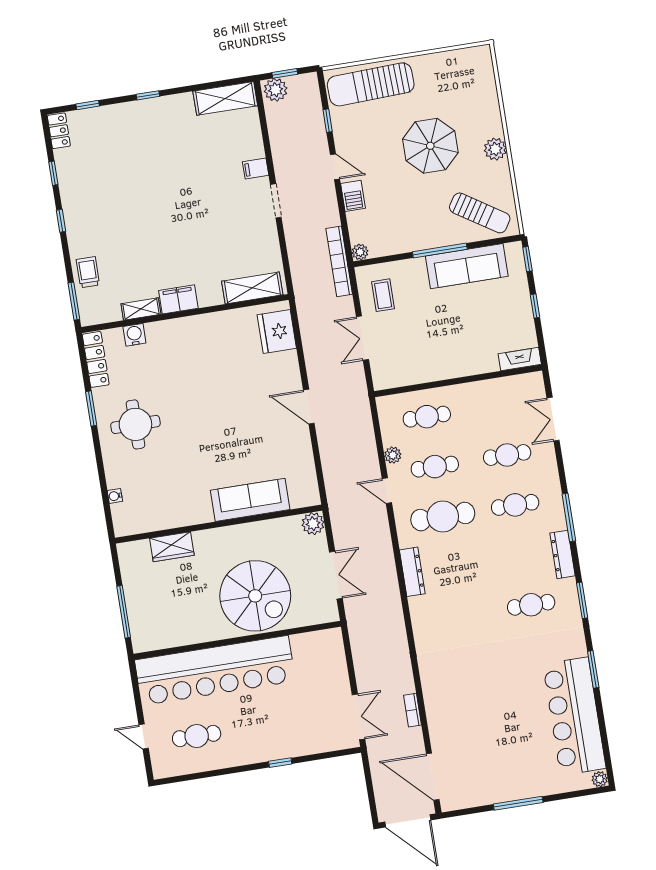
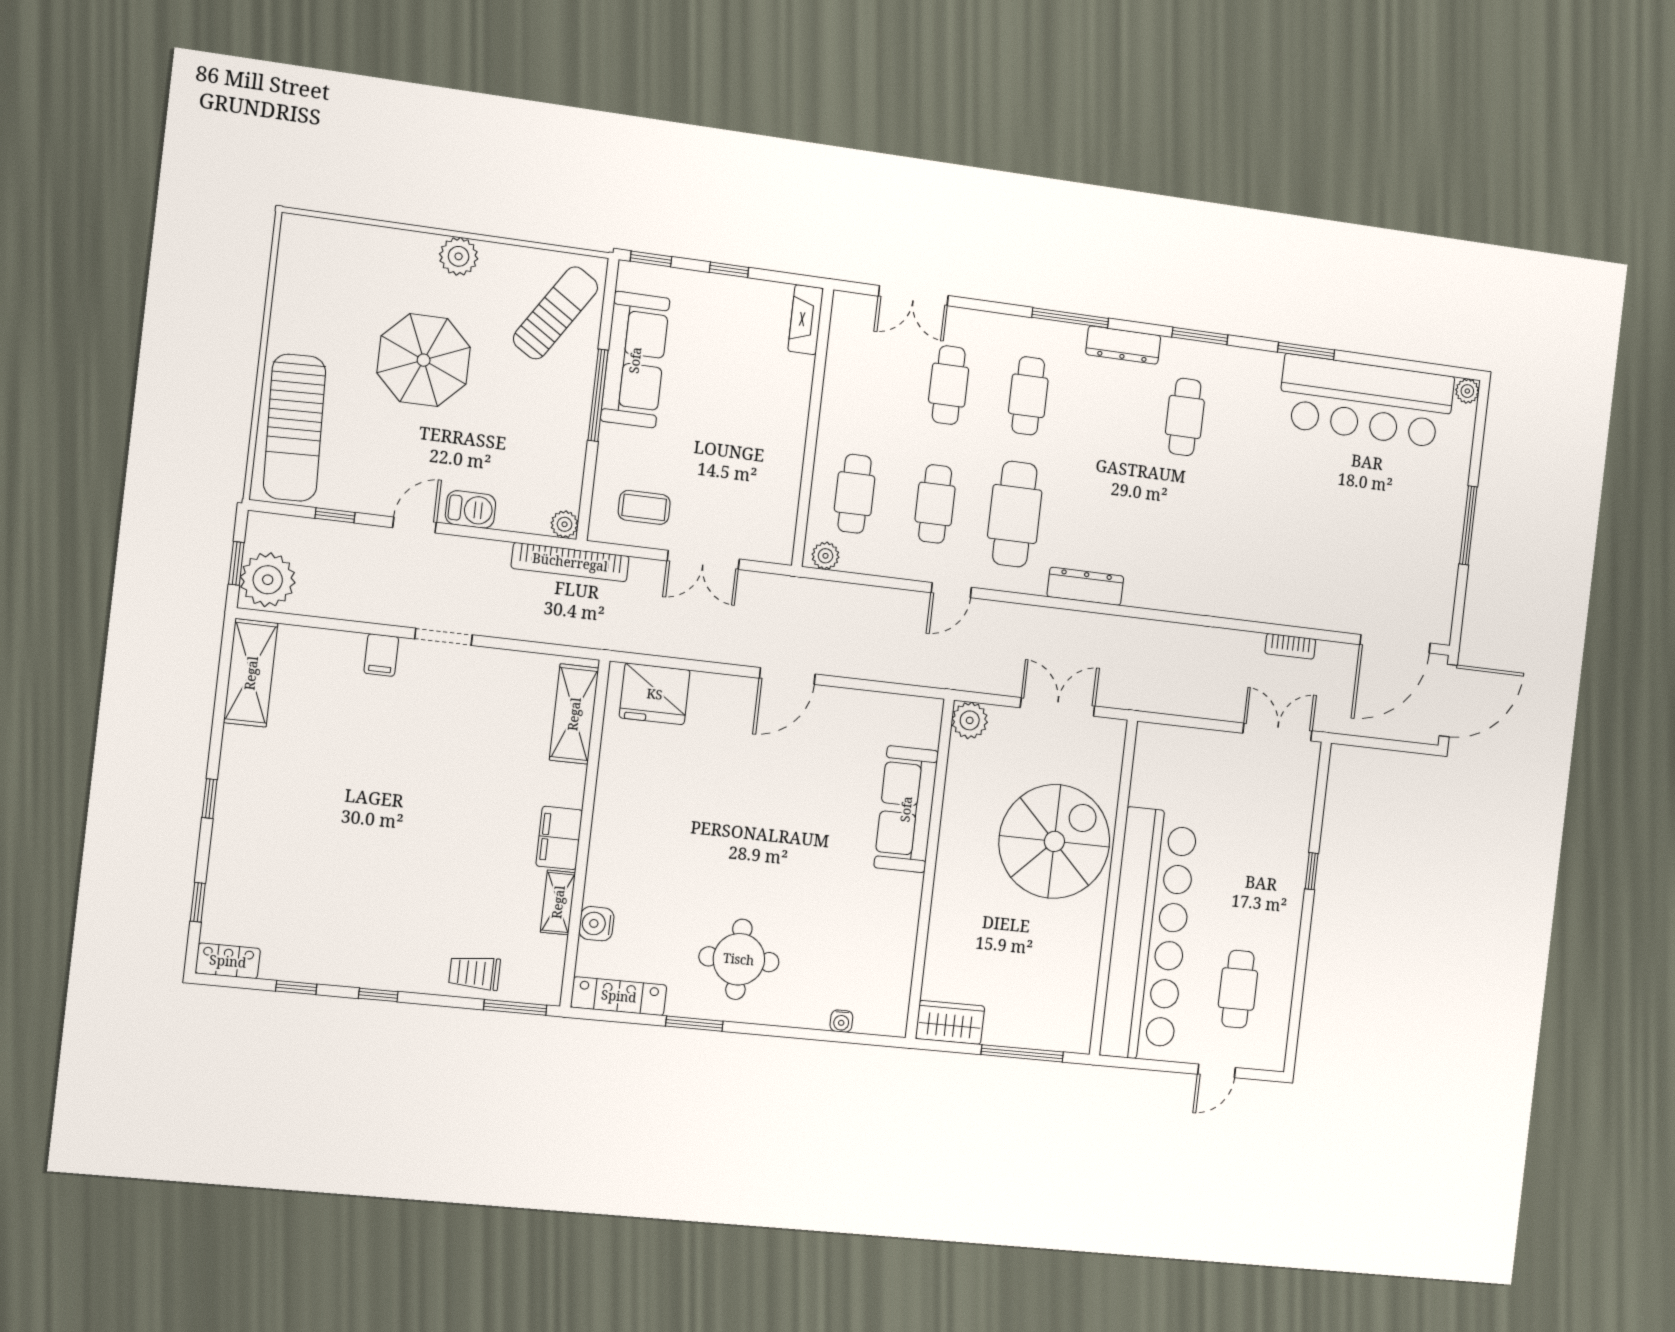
plant: (276, 90) -> (268, 580), width x1.36, depth x1.36
plant: (393, 455) -> (826, 556), moved
wardrobe: (172, 547) -> (950, 1022), moved, turned -90

